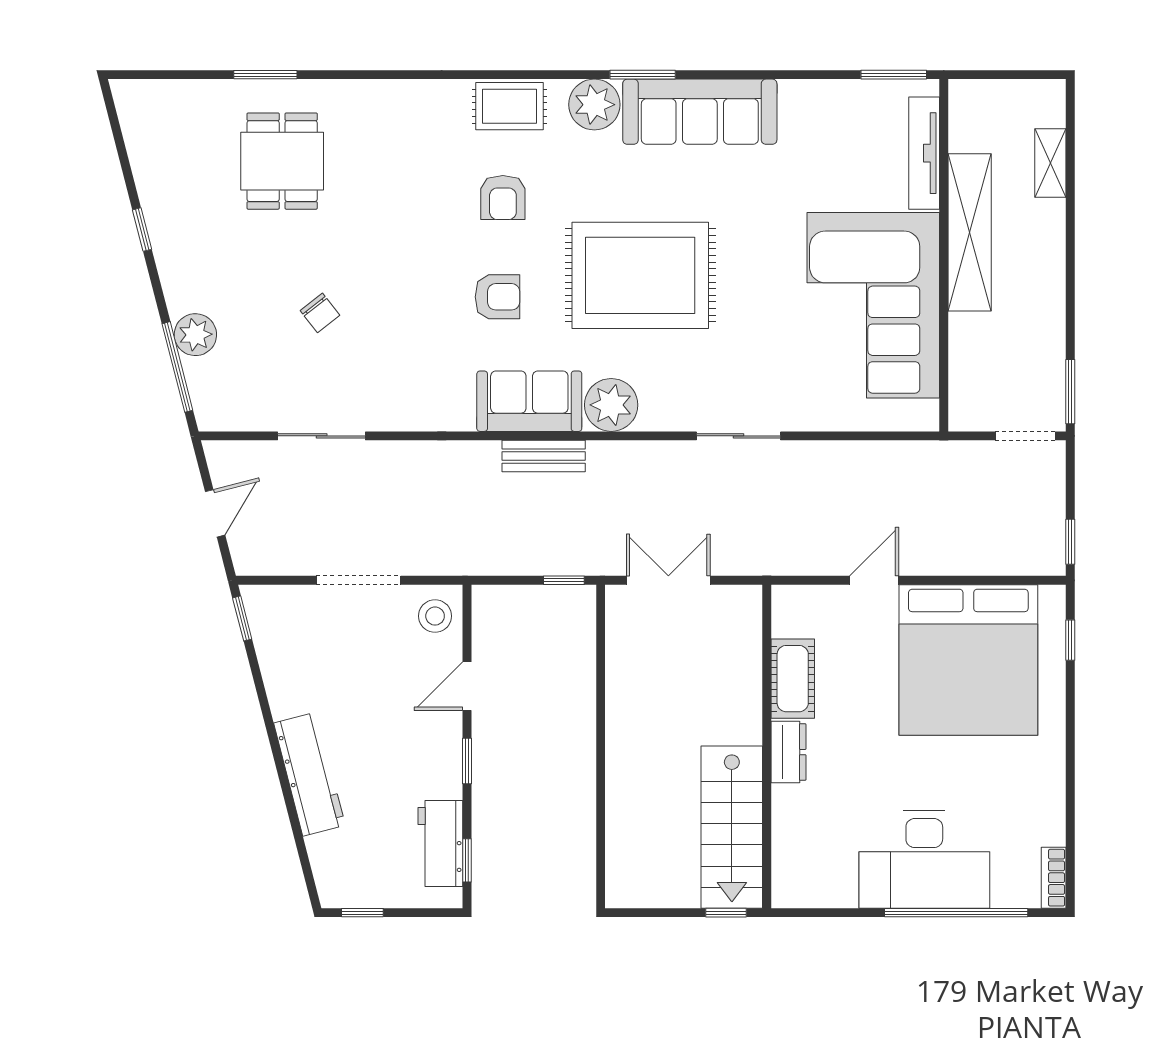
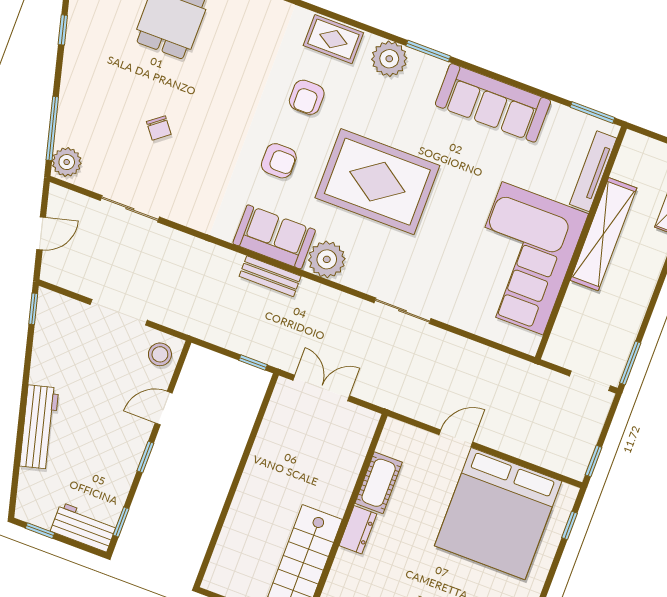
sofa: (700, 112) -> (493, 103), moved
plant: (195, 335) -> (67, 162), moved
workbench: (440, 844) -> (84, 527), moved, turned 90

